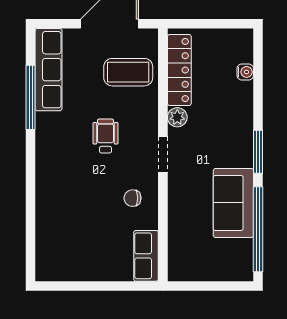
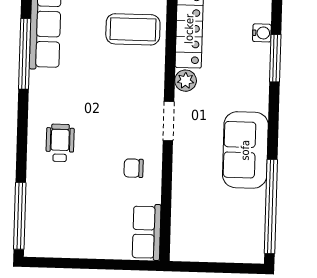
wheelchair: (105, 136) -> (60, 143), moved
window: (258, 152) -> (275, 58), moved
sofa: (233, 203) -> (245, 150), moved
window: (31, 244) -> (20, 216), added

